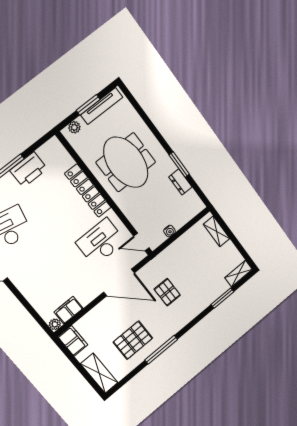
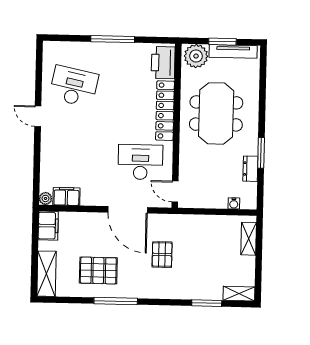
plant: (74, 127) -> (196, 56), width x1.88, depth x1.88
printer: (29, 170) -> (163, 63), moved, turned 90
water cooler: (169, 231) -> (234, 203), moved

